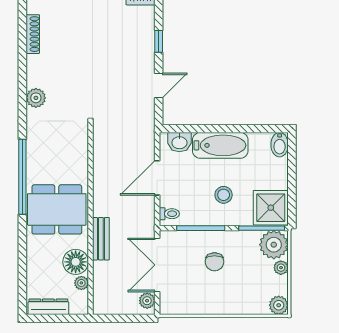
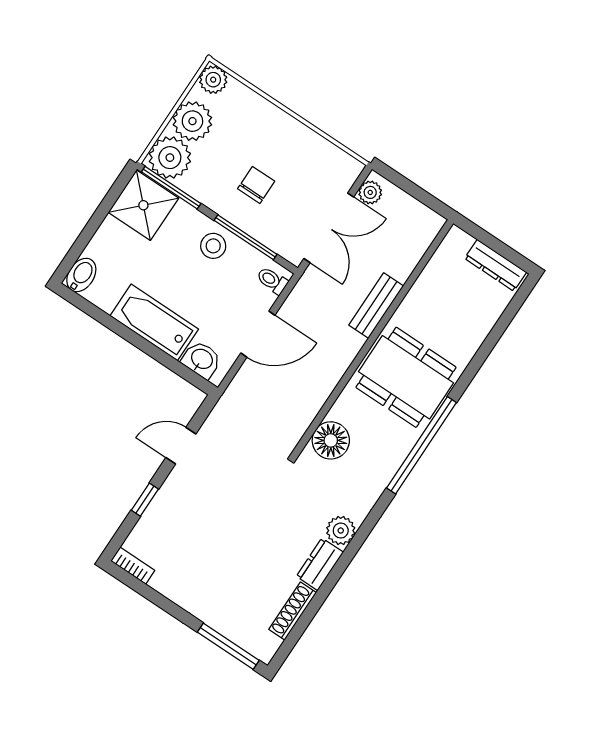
dresser: (35, 71) -> (320, 564), added
stool: (224, 195) -> (213, 246), moved
floor lamp: (76, 262) -> (331, 440), moved
plant: (281, 268) -> (192, 121), width x1.88, depth x1.88
plant: (81, 283) -> (436, 268), removed

